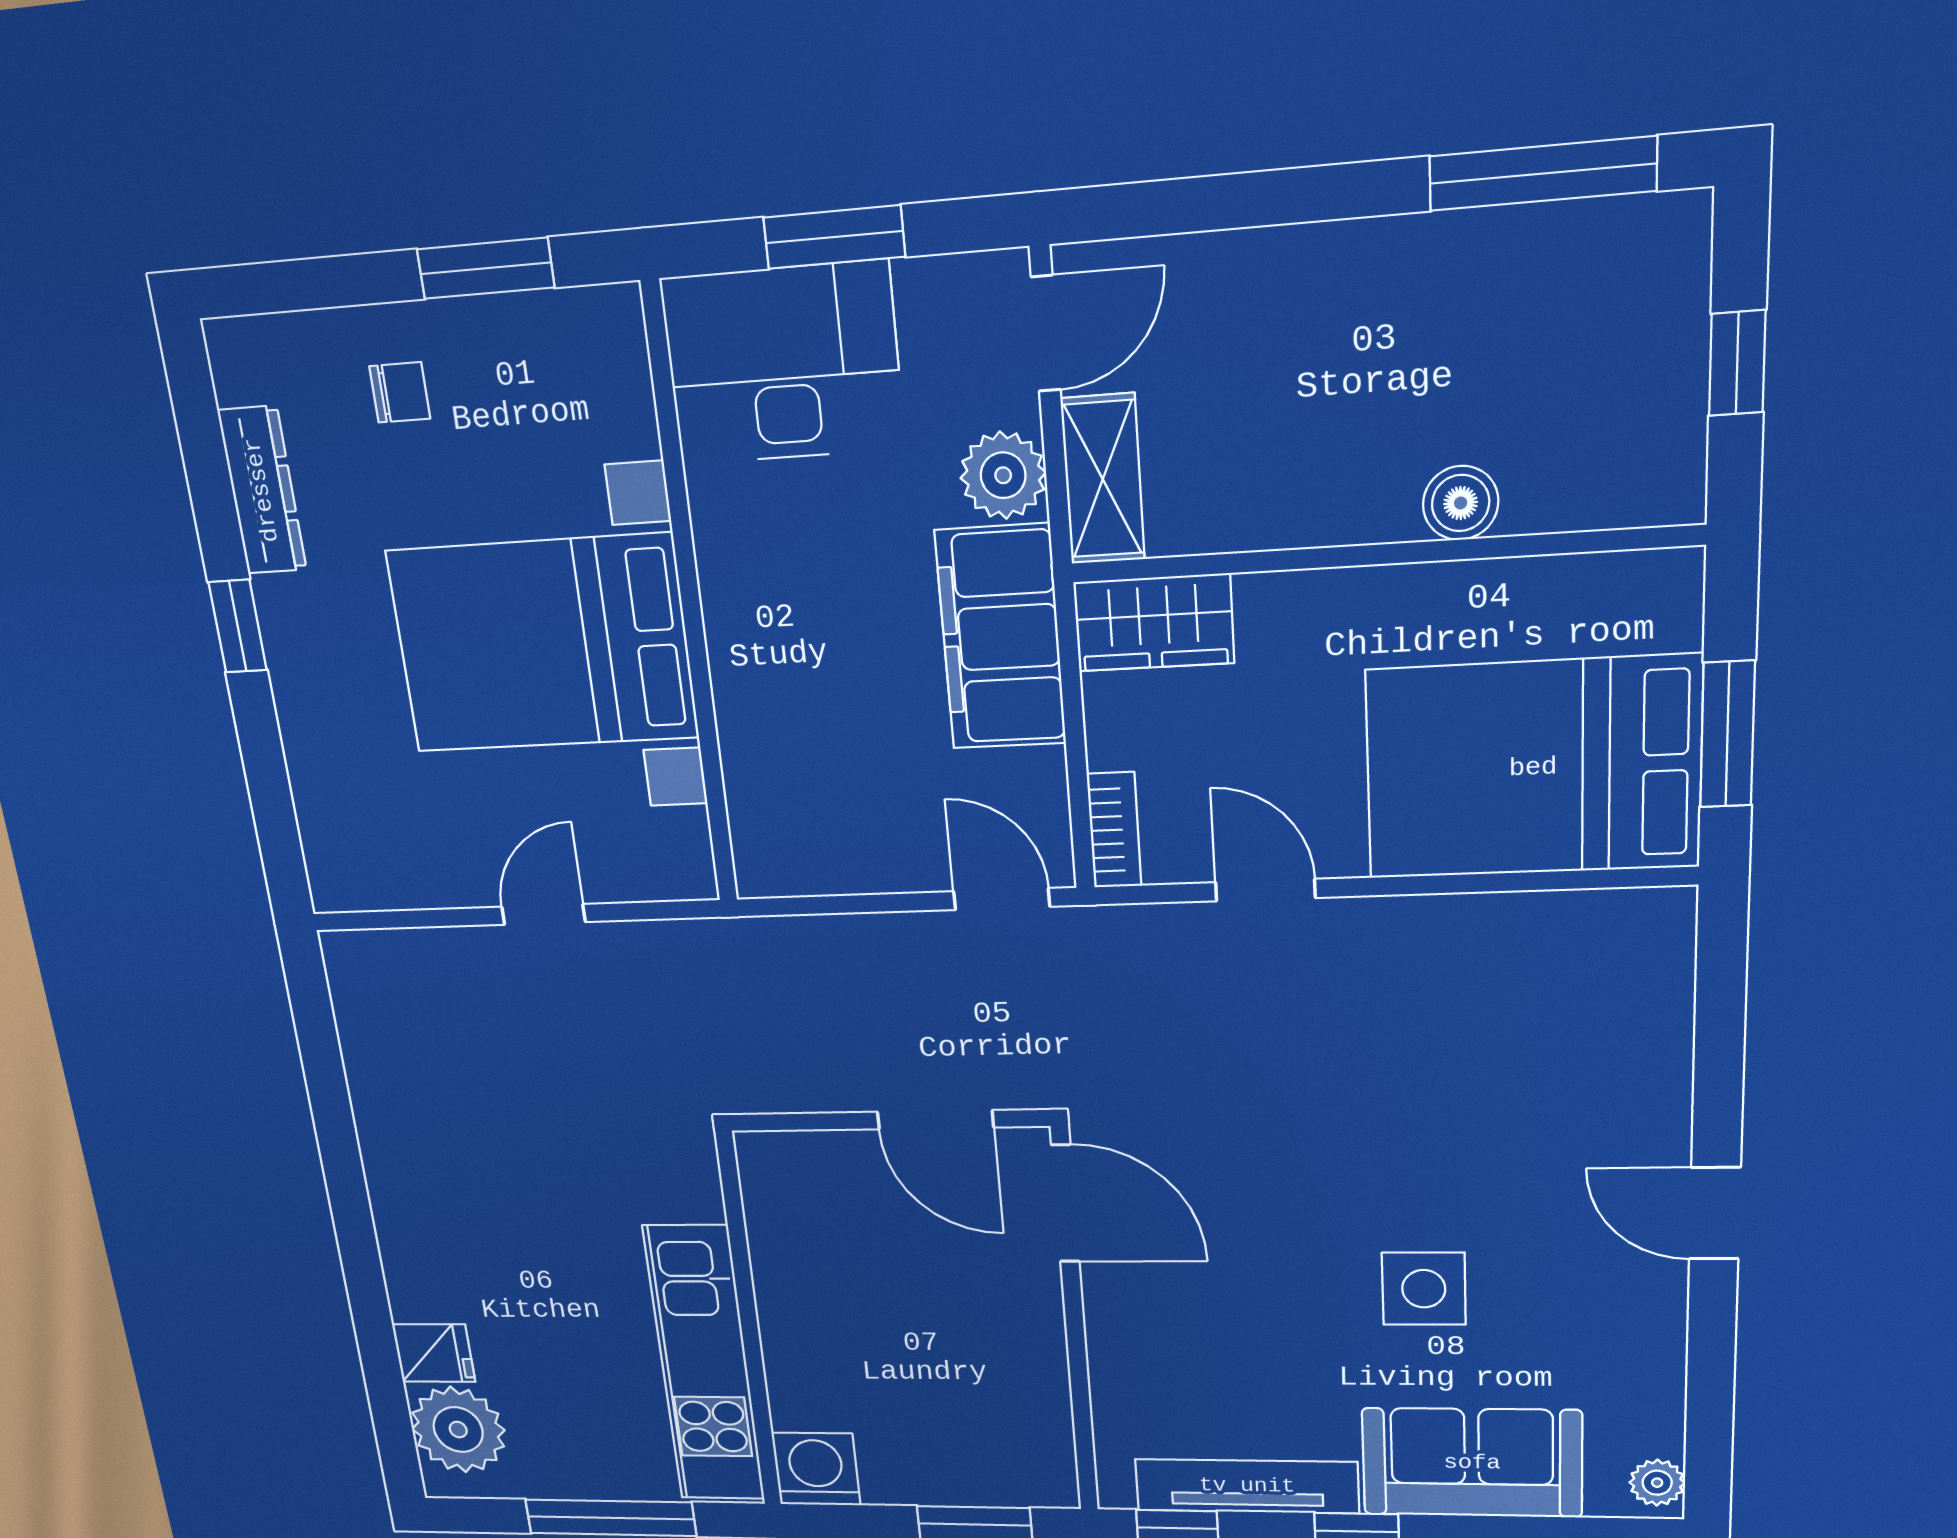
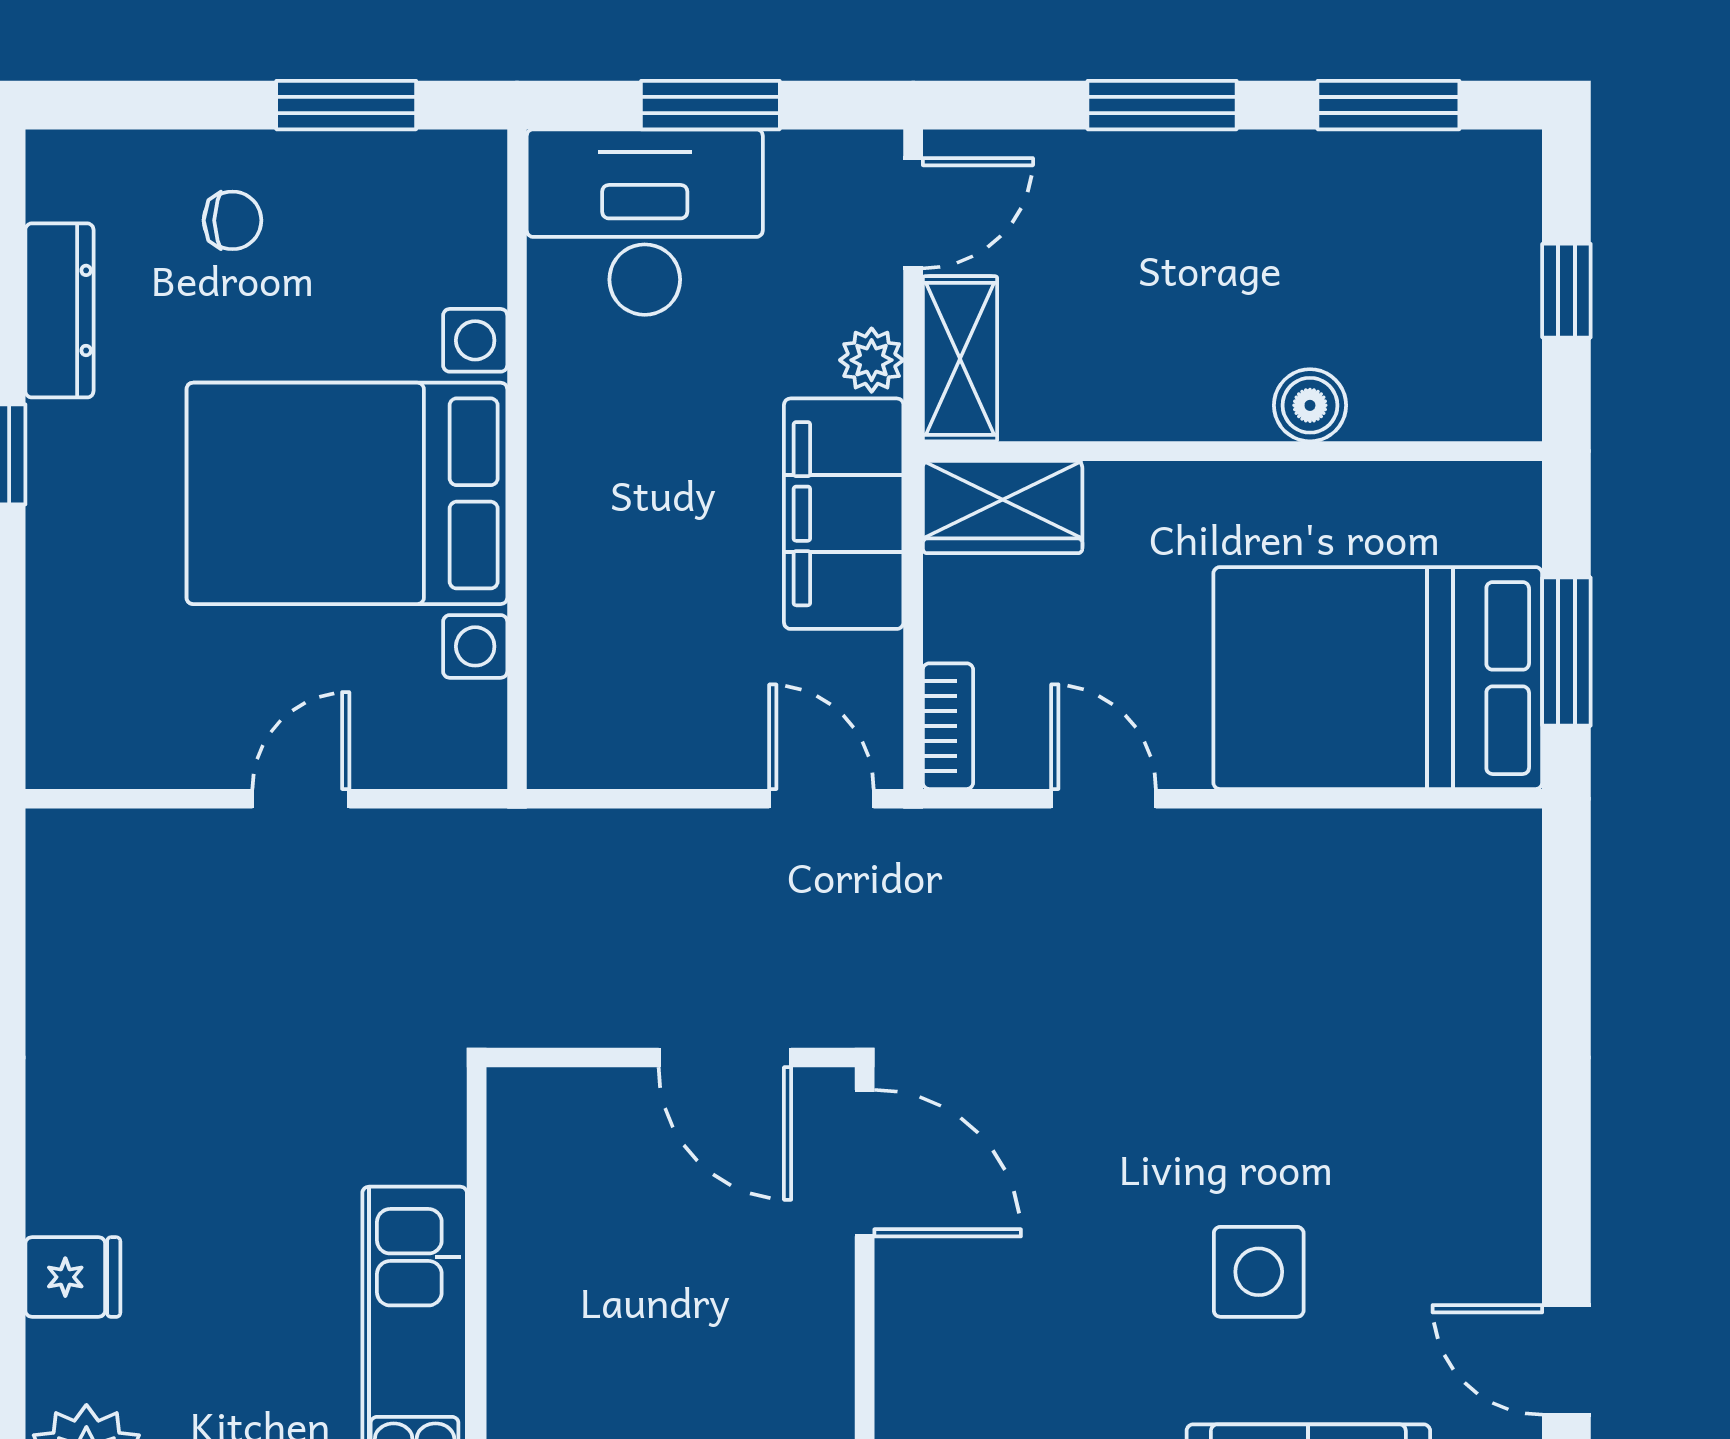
window: (1543, 174) -> (1388, 105), width x0.69
window: (1297, 196) -> (1162, 105), added
plant: (1003, 475) -> (872, 360), width x0.73, depth x0.73
door: (1715, 1213) -> (1566, 1360), moved
fridge: (434, 1353) -> (73, 1277), moved

